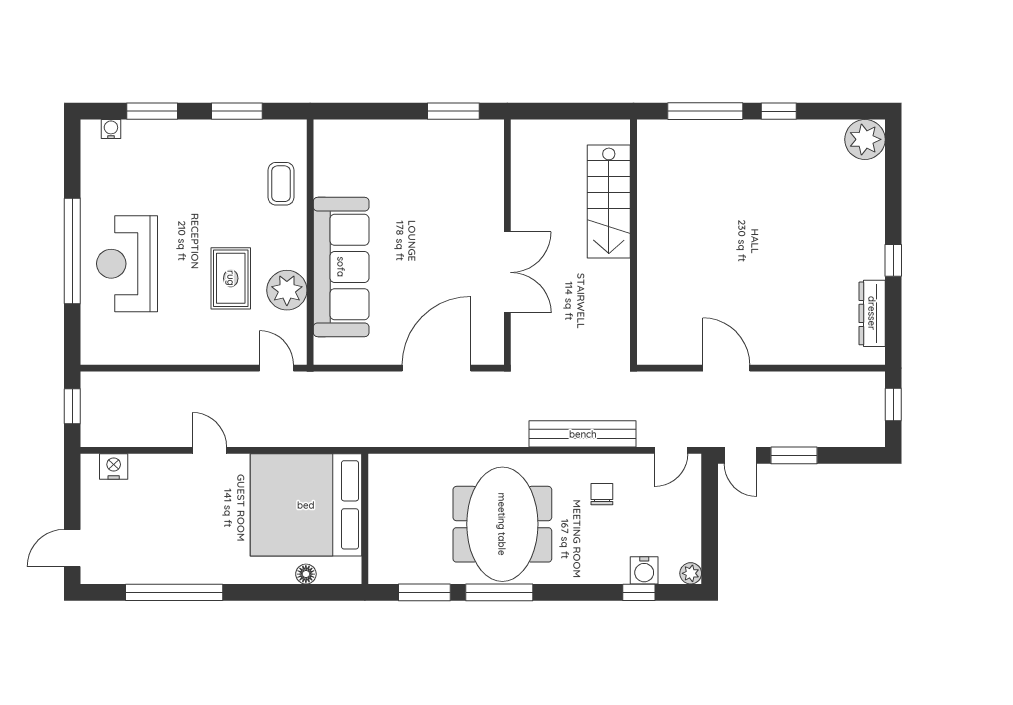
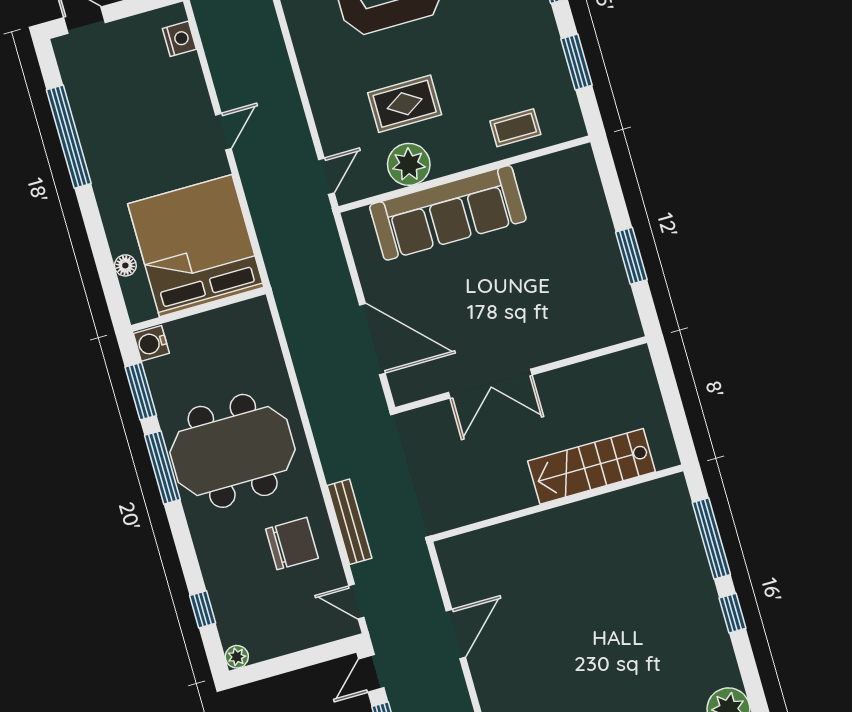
window: (453, 111) -> (631, 256), moved
bench: (583, 434) -> (349, 522), width x0.73, depth x0.82
chair: (602, 494) -> (292, 544), width x1.87, depth x1.87
water cooler: (644, 570) -> (151, 343), moved

